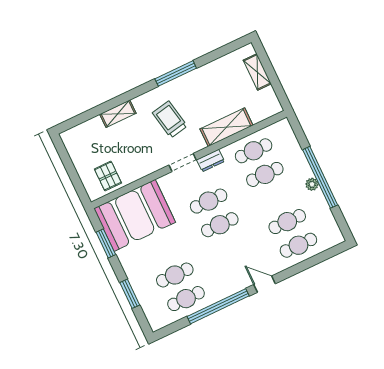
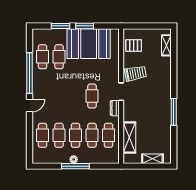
shelving: (118, 114) -> (166, 45), moved
trolley: (170, 119) -> (135, 73), moved
shelving: (226, 127) -> (129, 137), moved
window: (320, 177) -> (75, 166), width x0.68
booth: (135, 215) -> (89, 44), moved, turned 90
cafe table: (220, 225) -> (76, 135), moved
window: (106, 243) -> (85, 26), moved

